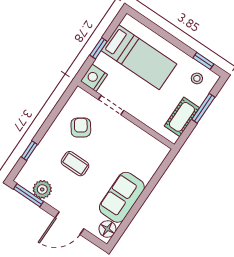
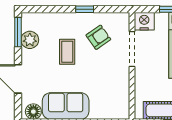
doorway: (111, 105) -> (132, 49), width x1.38
window: (29, 151) -> (85, 9), moved

